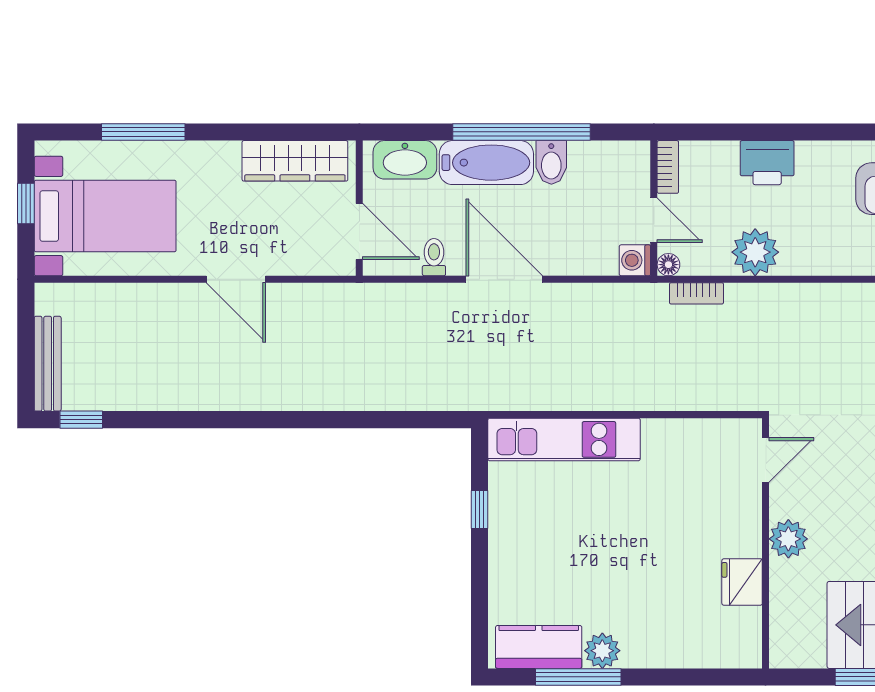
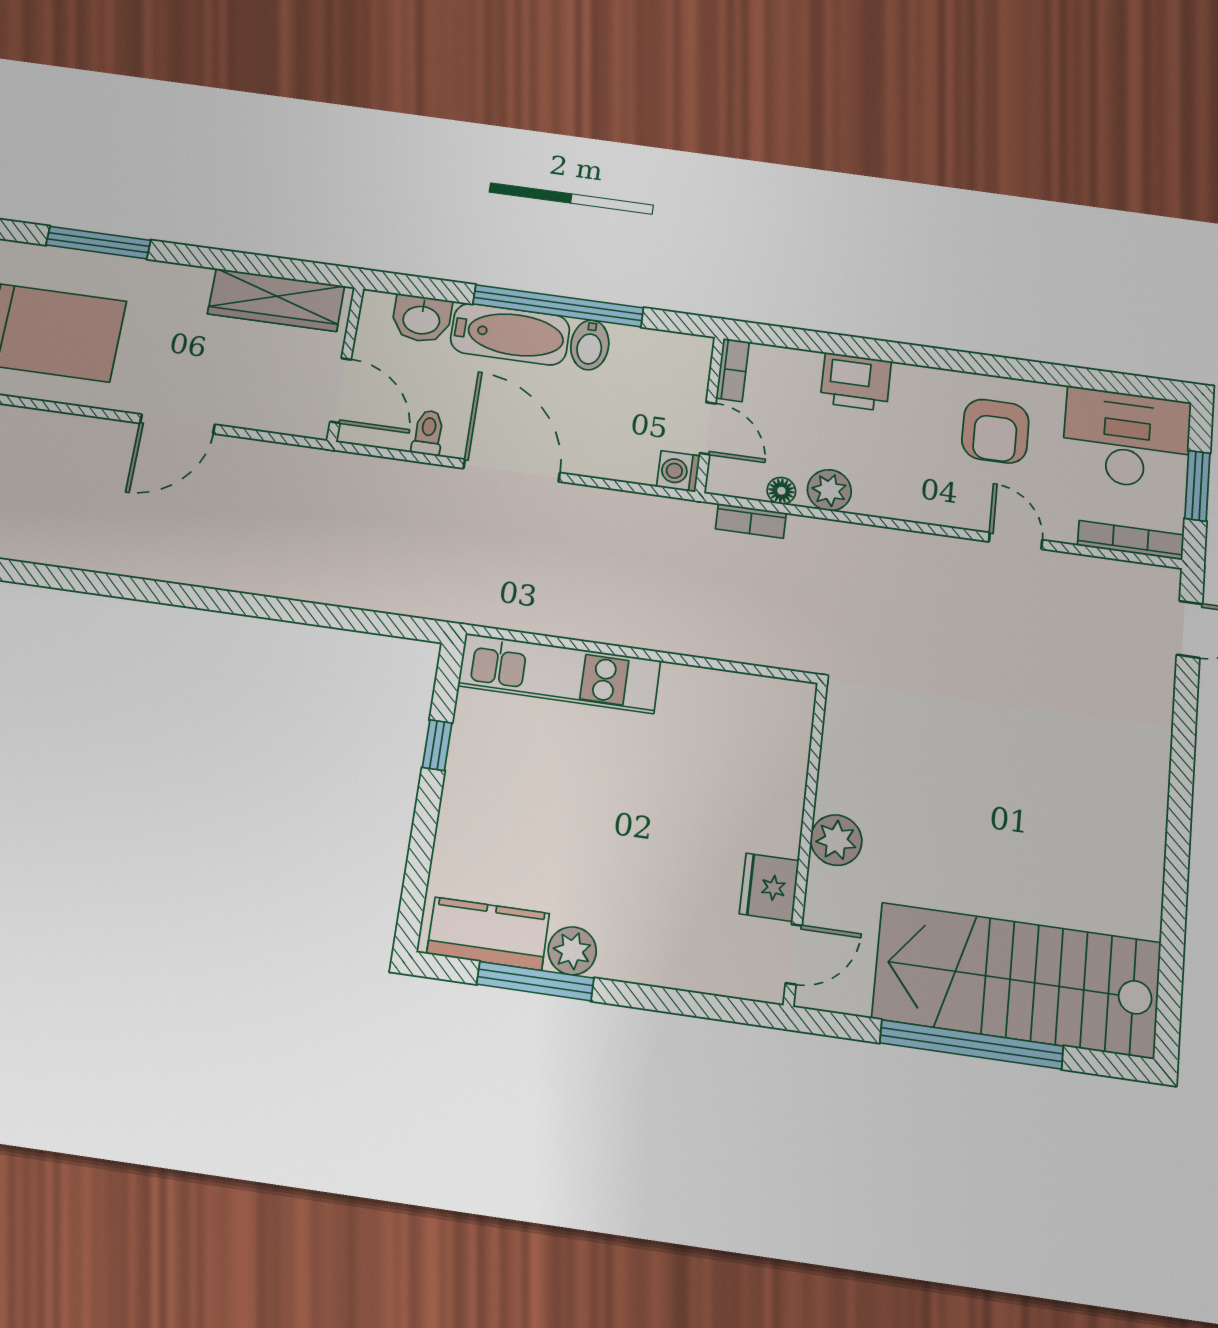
washbasin: (405, 160) -> (422, 319), width x0.72
plant: (755, 252) -> (829, 490), width x0.73, depth x0.73
floor lamp: (668, 265) -> (781, 491), moved
door: (236, 279) -> (177, 424), hinge flipped
door: (766, 460) -> (794, 954), moved

